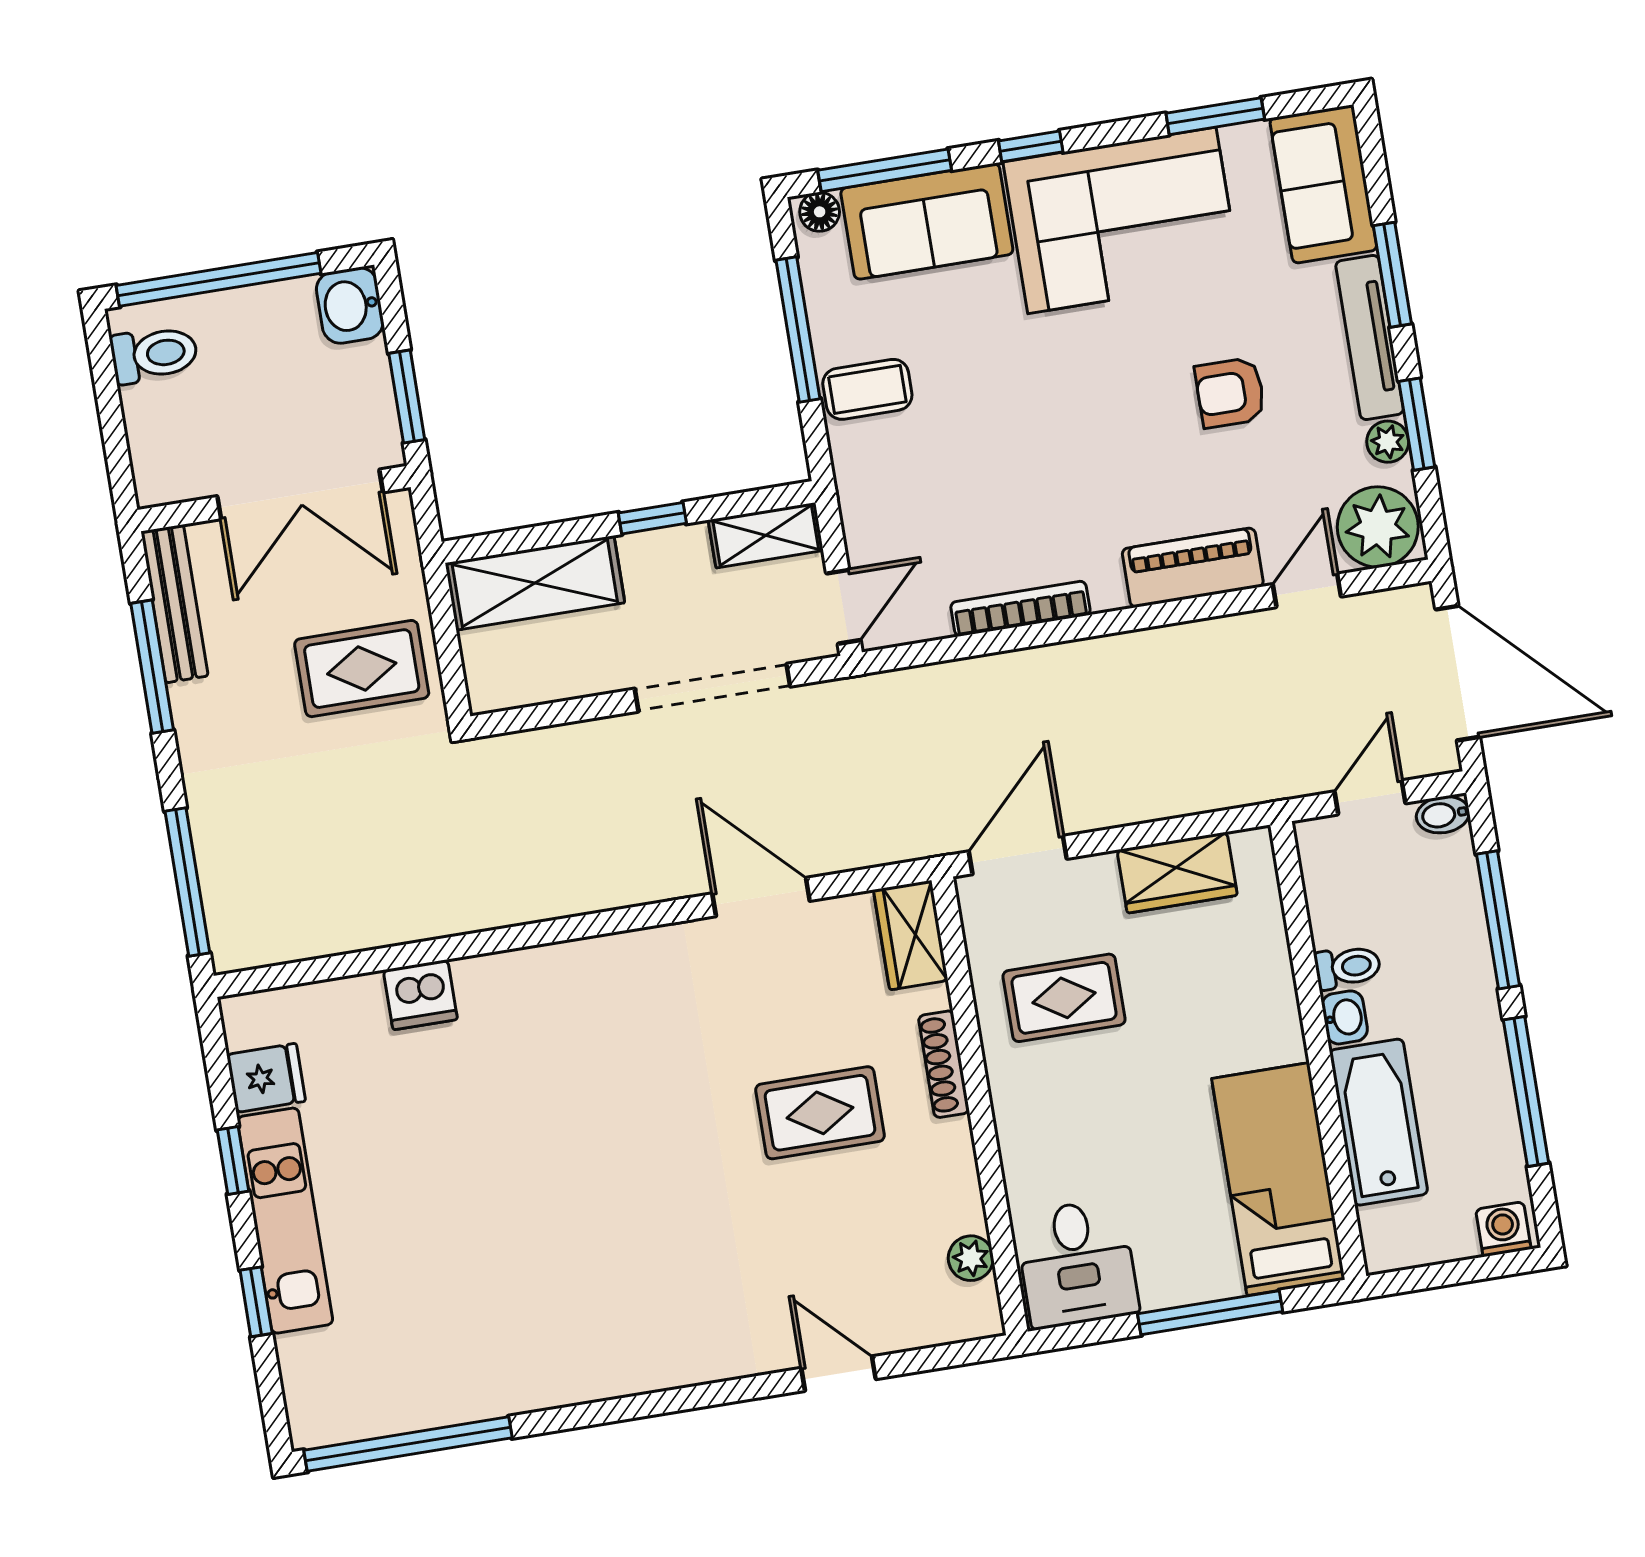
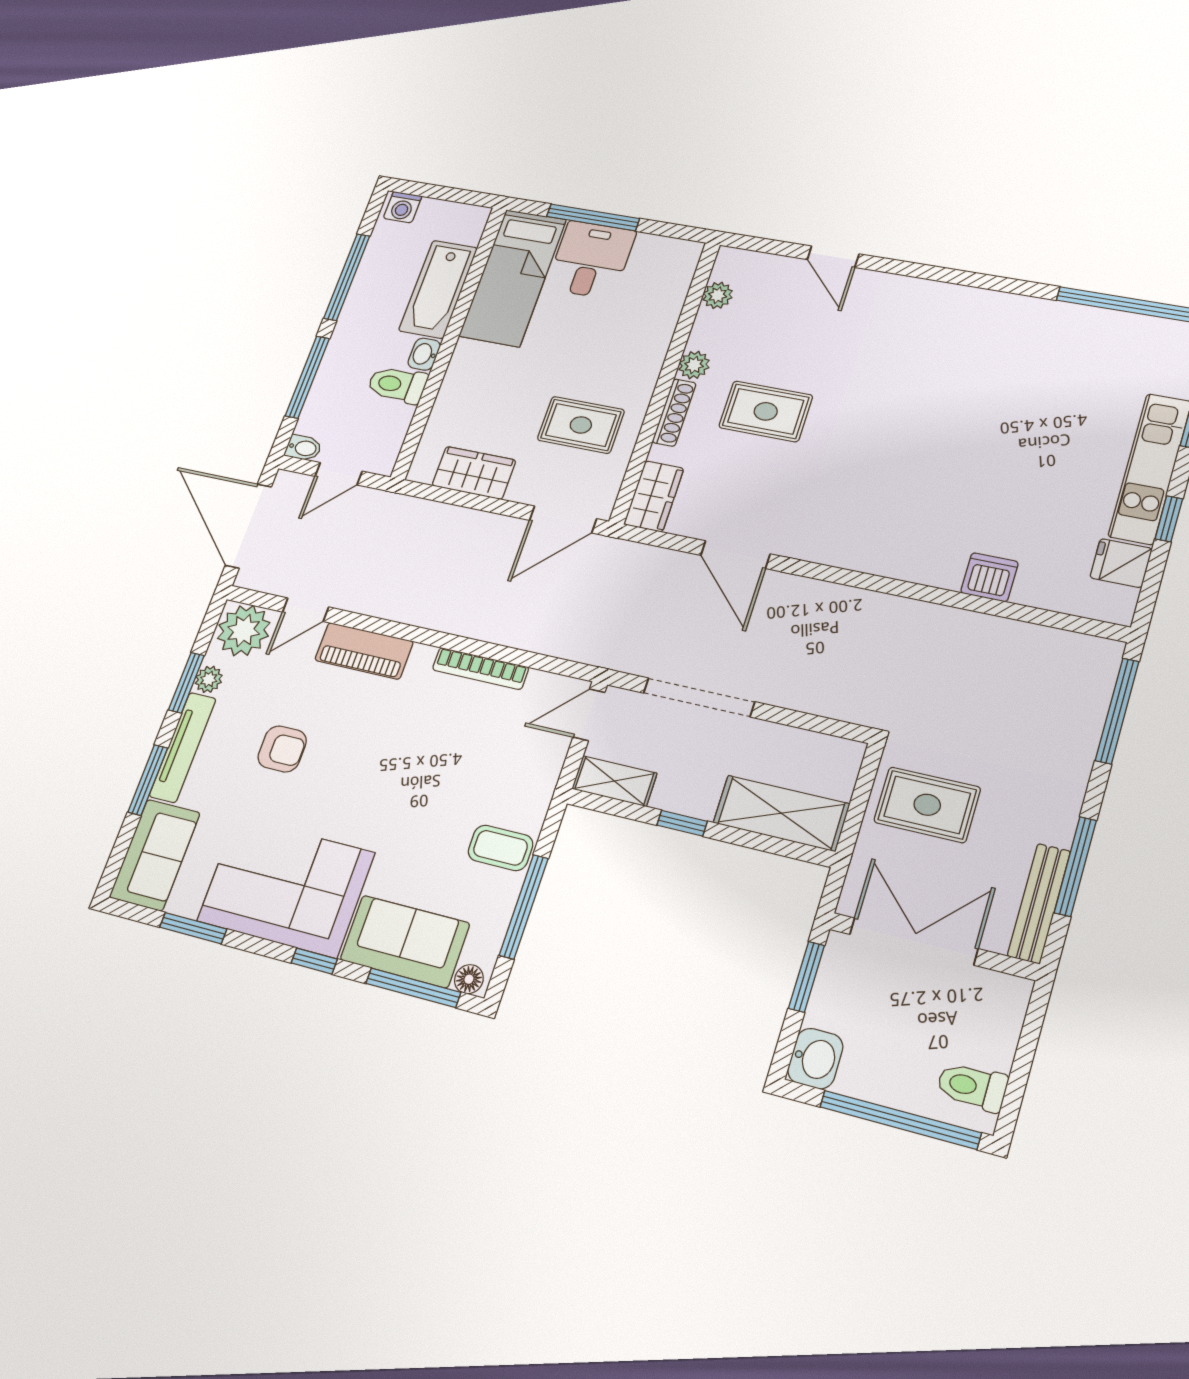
toilet: (1348, 967) -> (397, 385), width x1.37, depth x1.39
plant: (952, 1143) -> (694, 365), added
desk: (1077, 1264) -> (591, 260), moved

